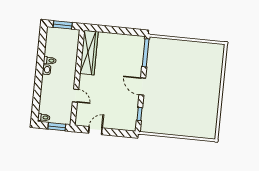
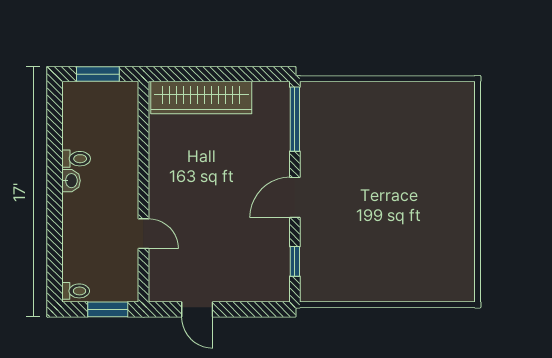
wardrobe: (89, 53) -> (201, 98), moved, turned 90
door: (142, 87) -> (295, 197), hinge flipped
door: (95, 131) -> (197, 309), swing flipped

